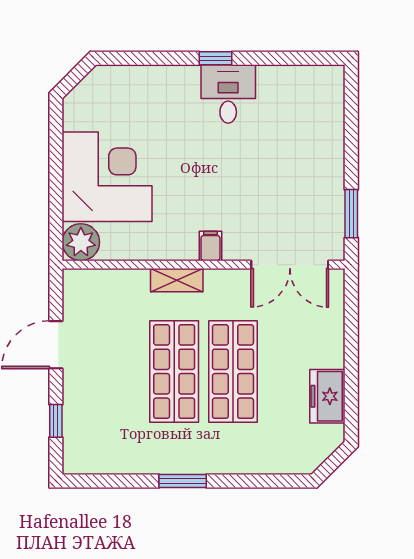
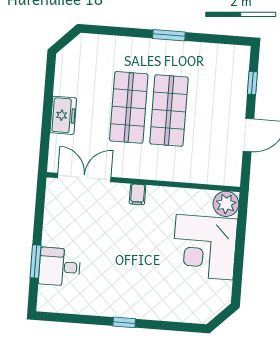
desk: (228, 94) -> (60, 267), moved, turned 90
window: (351, 214) -> (36, 262), moved
shelving: (177, 280) -> (162, 173), removed
freezer: (327, 396) -> (63, 115), moved

